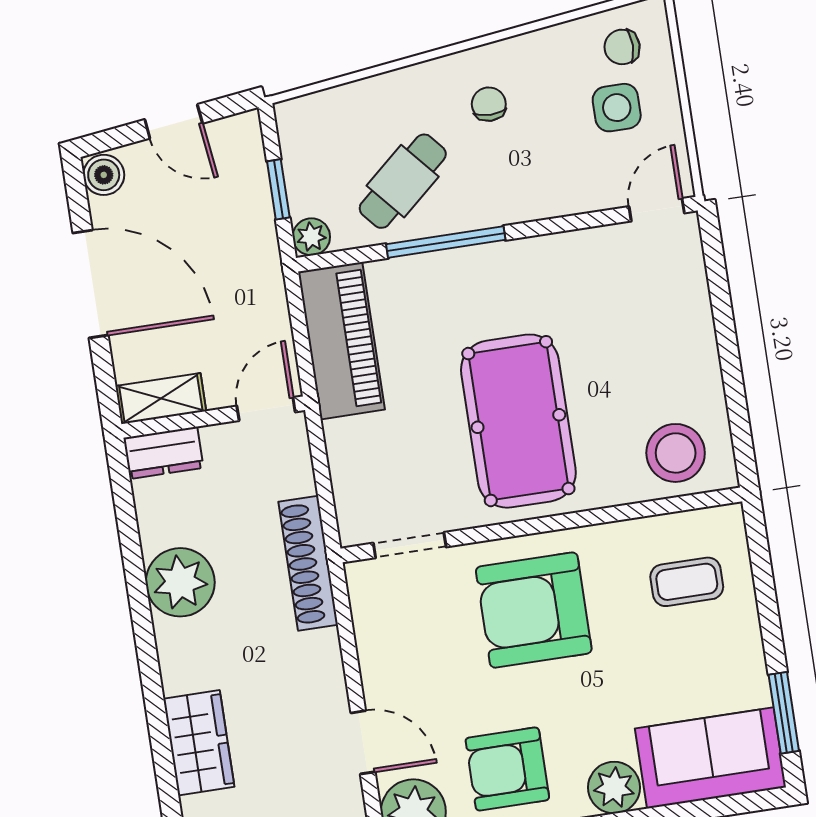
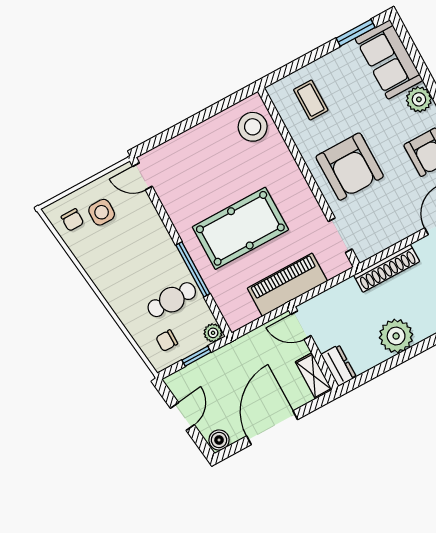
chair: (489, 104) -> (167, 341), moved
cafe table: (403, 181) -> (172, 300), turned -49
piano: (341, 341) -> (287, 285), moved
pool table: (518, 421) -> (240, 228), moved
shoe rack: (308, 563) -> (387, 268), moved

